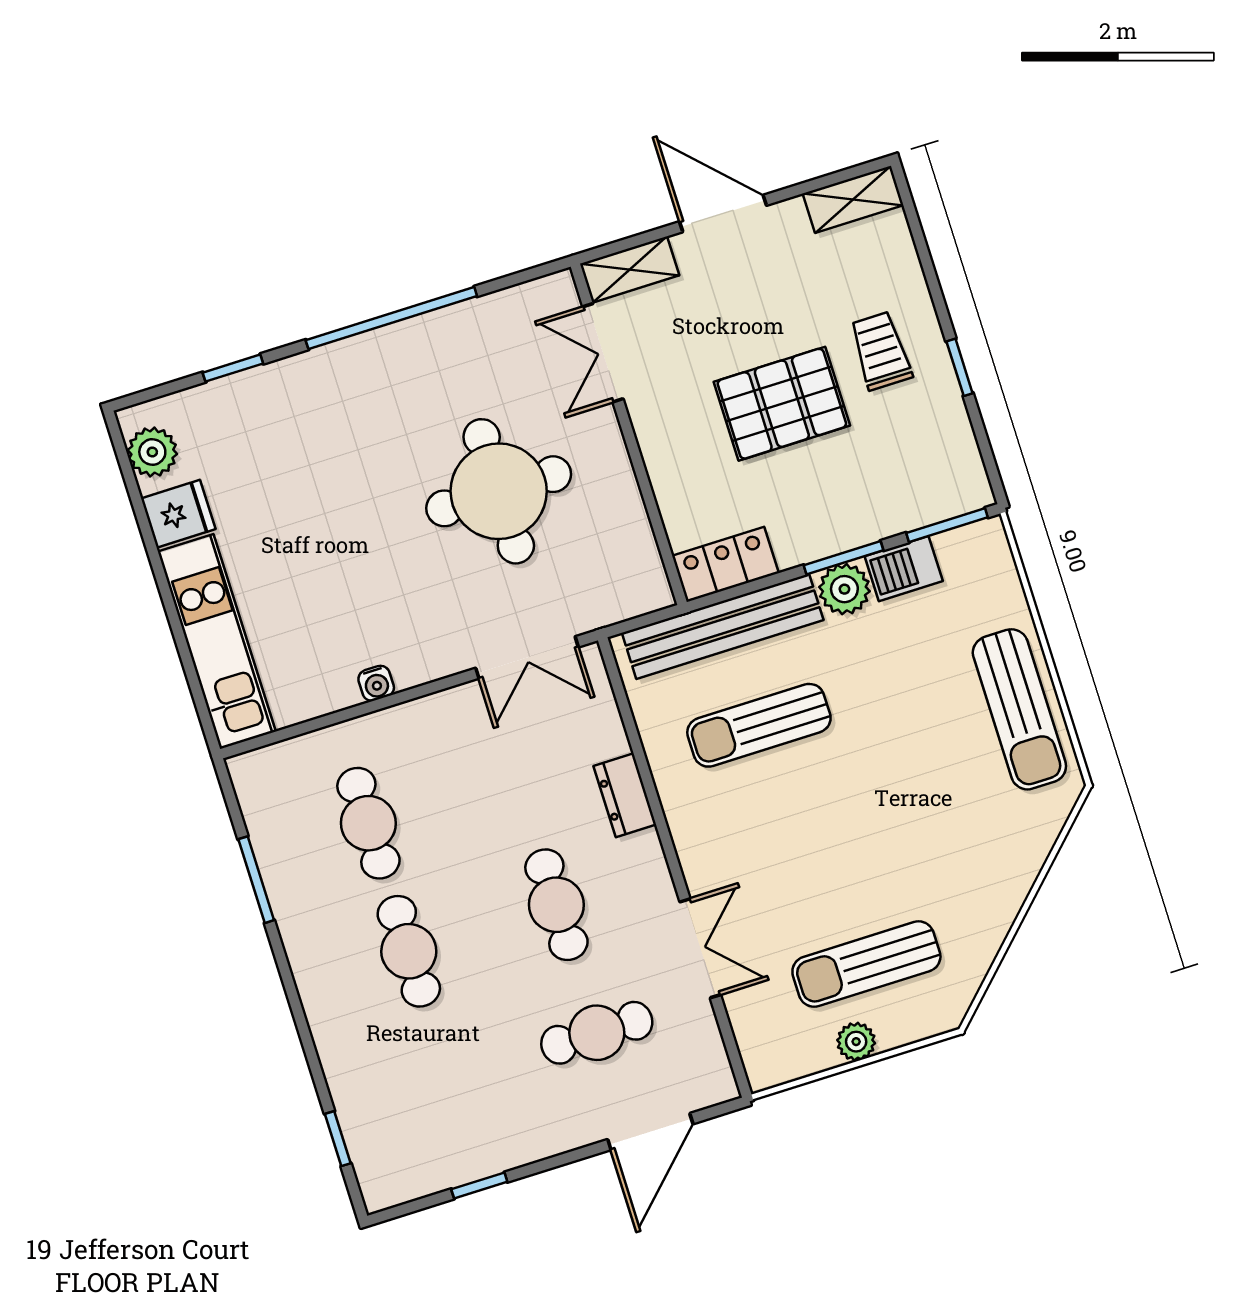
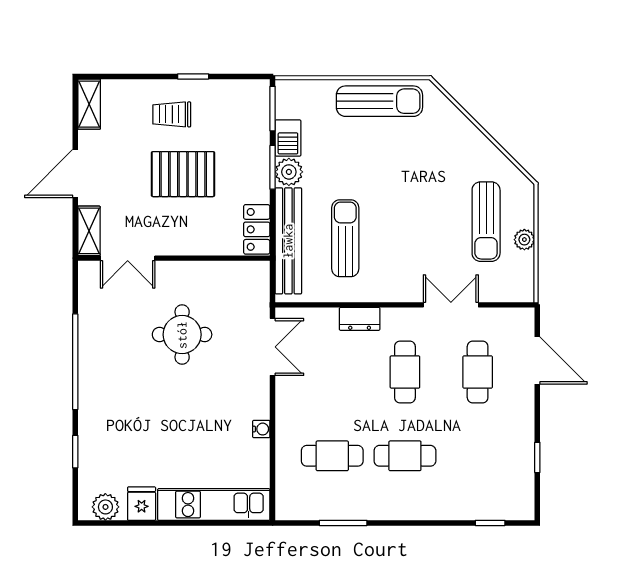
pallet: (782, 404) -> (183, 174), turned 90
round table: (499, 491) -> (182, 335), width x0.73, depth x0.73
sun lounger: (759, 725) -> (345, 238), turned 180
cafe table: (556, 905) -> (405, 372), turned 90

